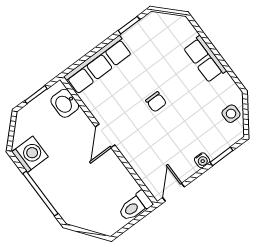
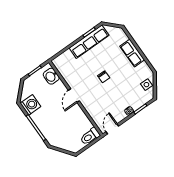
row of seats: (98, 65) -> (89, 42), moved

